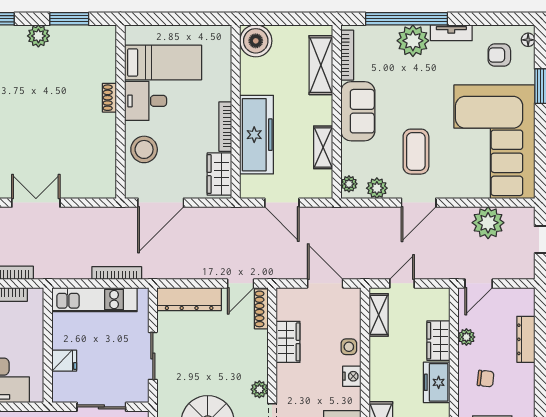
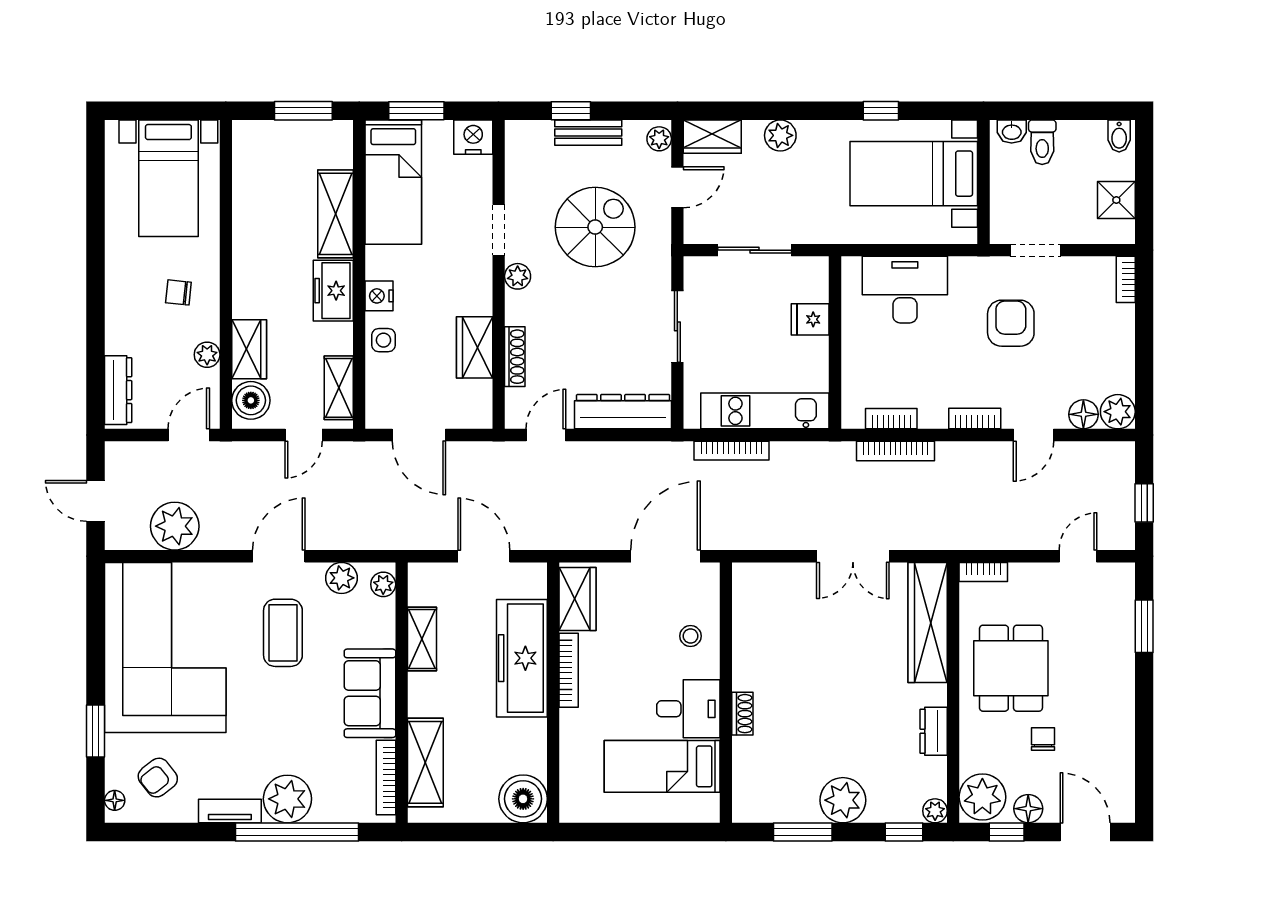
plant: (38, 36) -> (843, 800), width x1.36, depth x1.36
armchair: (499, 55) -> (158, 778), turned 142
stool: (144, 149) -> (691, 636), width x0.53, depth x0.53
boiler: (437, 307) -> (251, 400), added
shoe rack: (261, 309) -> (515, 357), moved
dresser: (526, 339) -> (118, 390), moved
freezer: (437, 382) -> (333, 291), moved, turned 180

